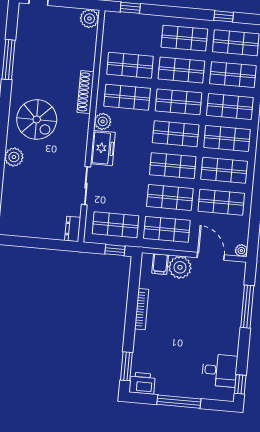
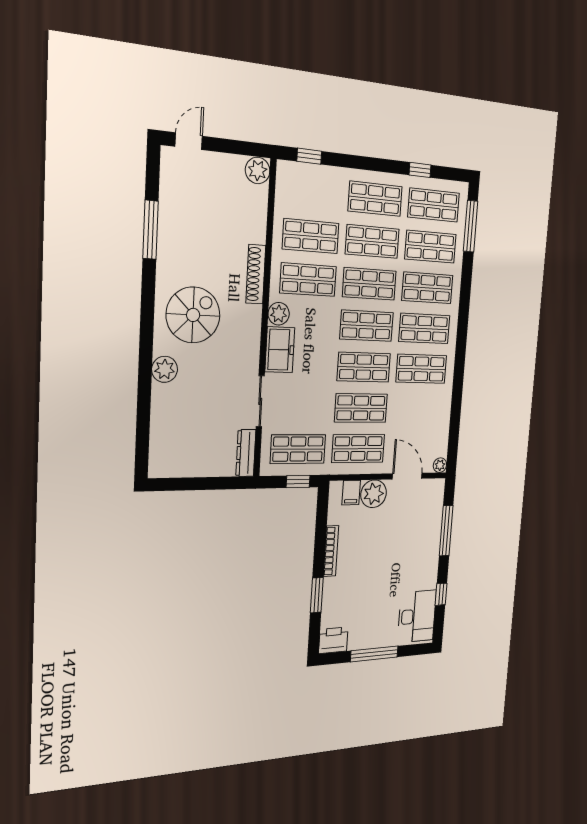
spiral stairs: (37, 120) -> (193, 315), turned -90
shop shelf: (221, 202) -> (418, 409), removed
dresser: (73, 229) -> (246, 453), width x1.44
window: (126, 366) -> (317, 595), moved
desk: (220, 370) -> (417, 616), width x1.37
window: (240, 384) -> (441, 594), moved

